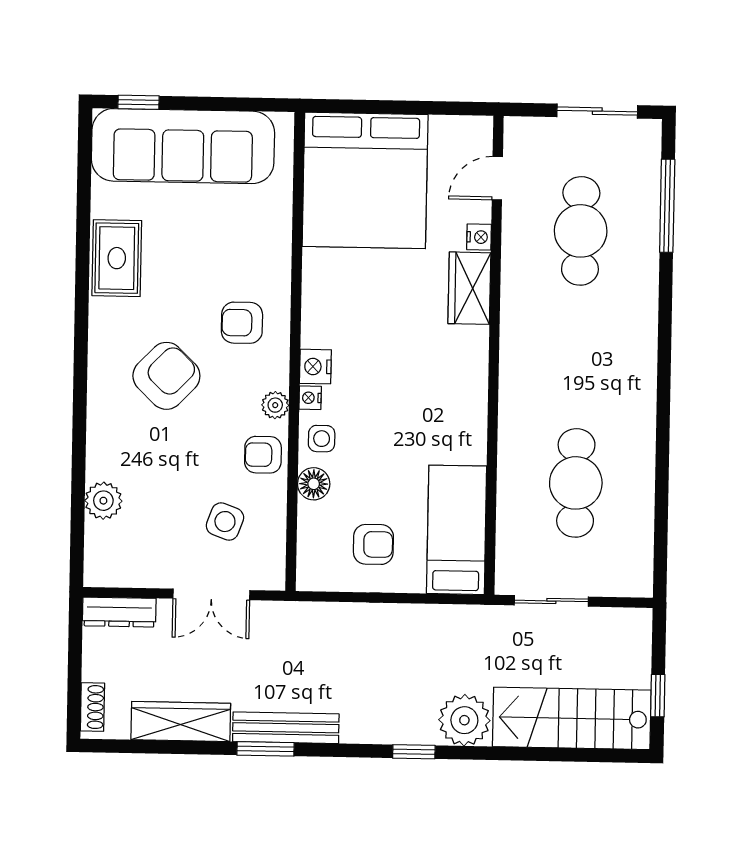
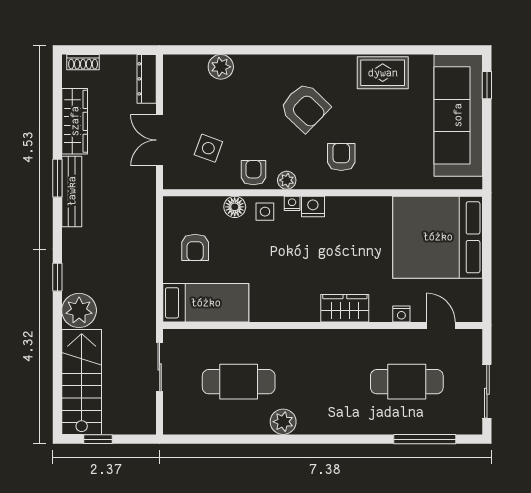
wardrobe: (469, 288) -> (345, 308), moved
plant: (637, 417) -> (283, 422), added

